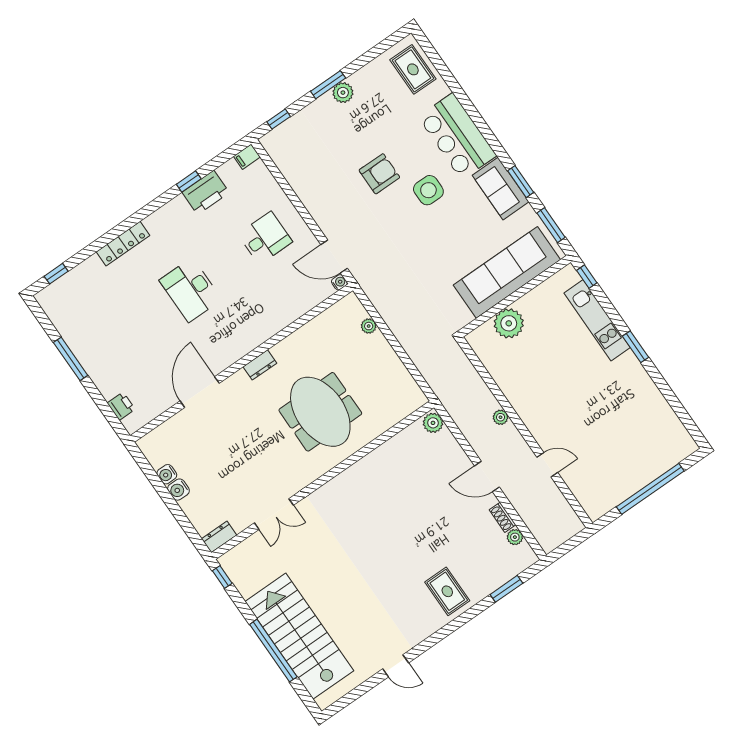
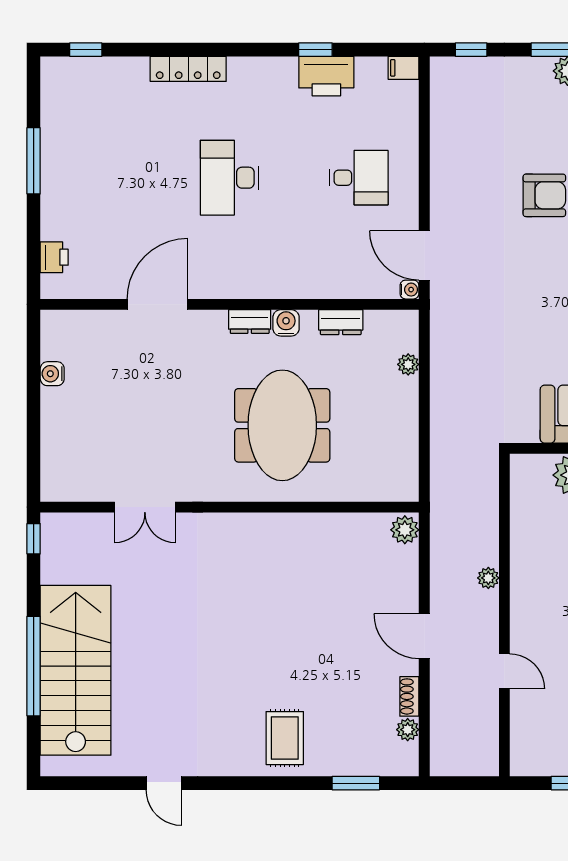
water cooler: (178, 490) -> (286, 323), moved, turned 90
dresser: (219, 537) -> (341, 322), moved, turned 180

